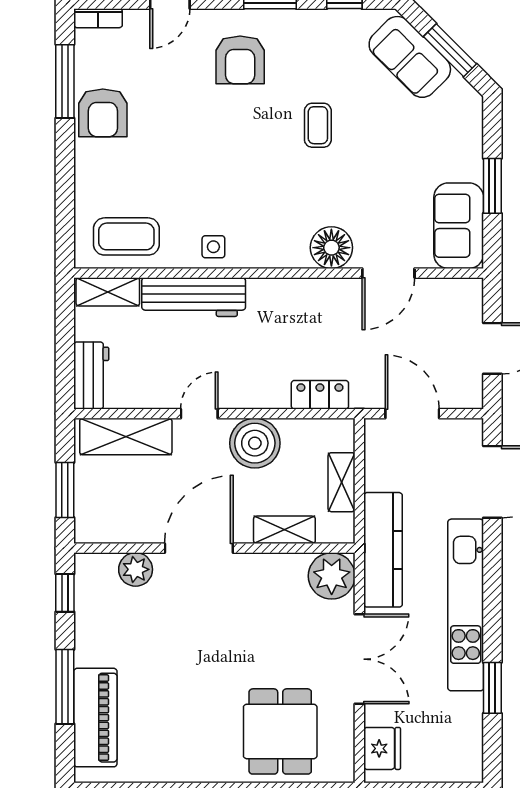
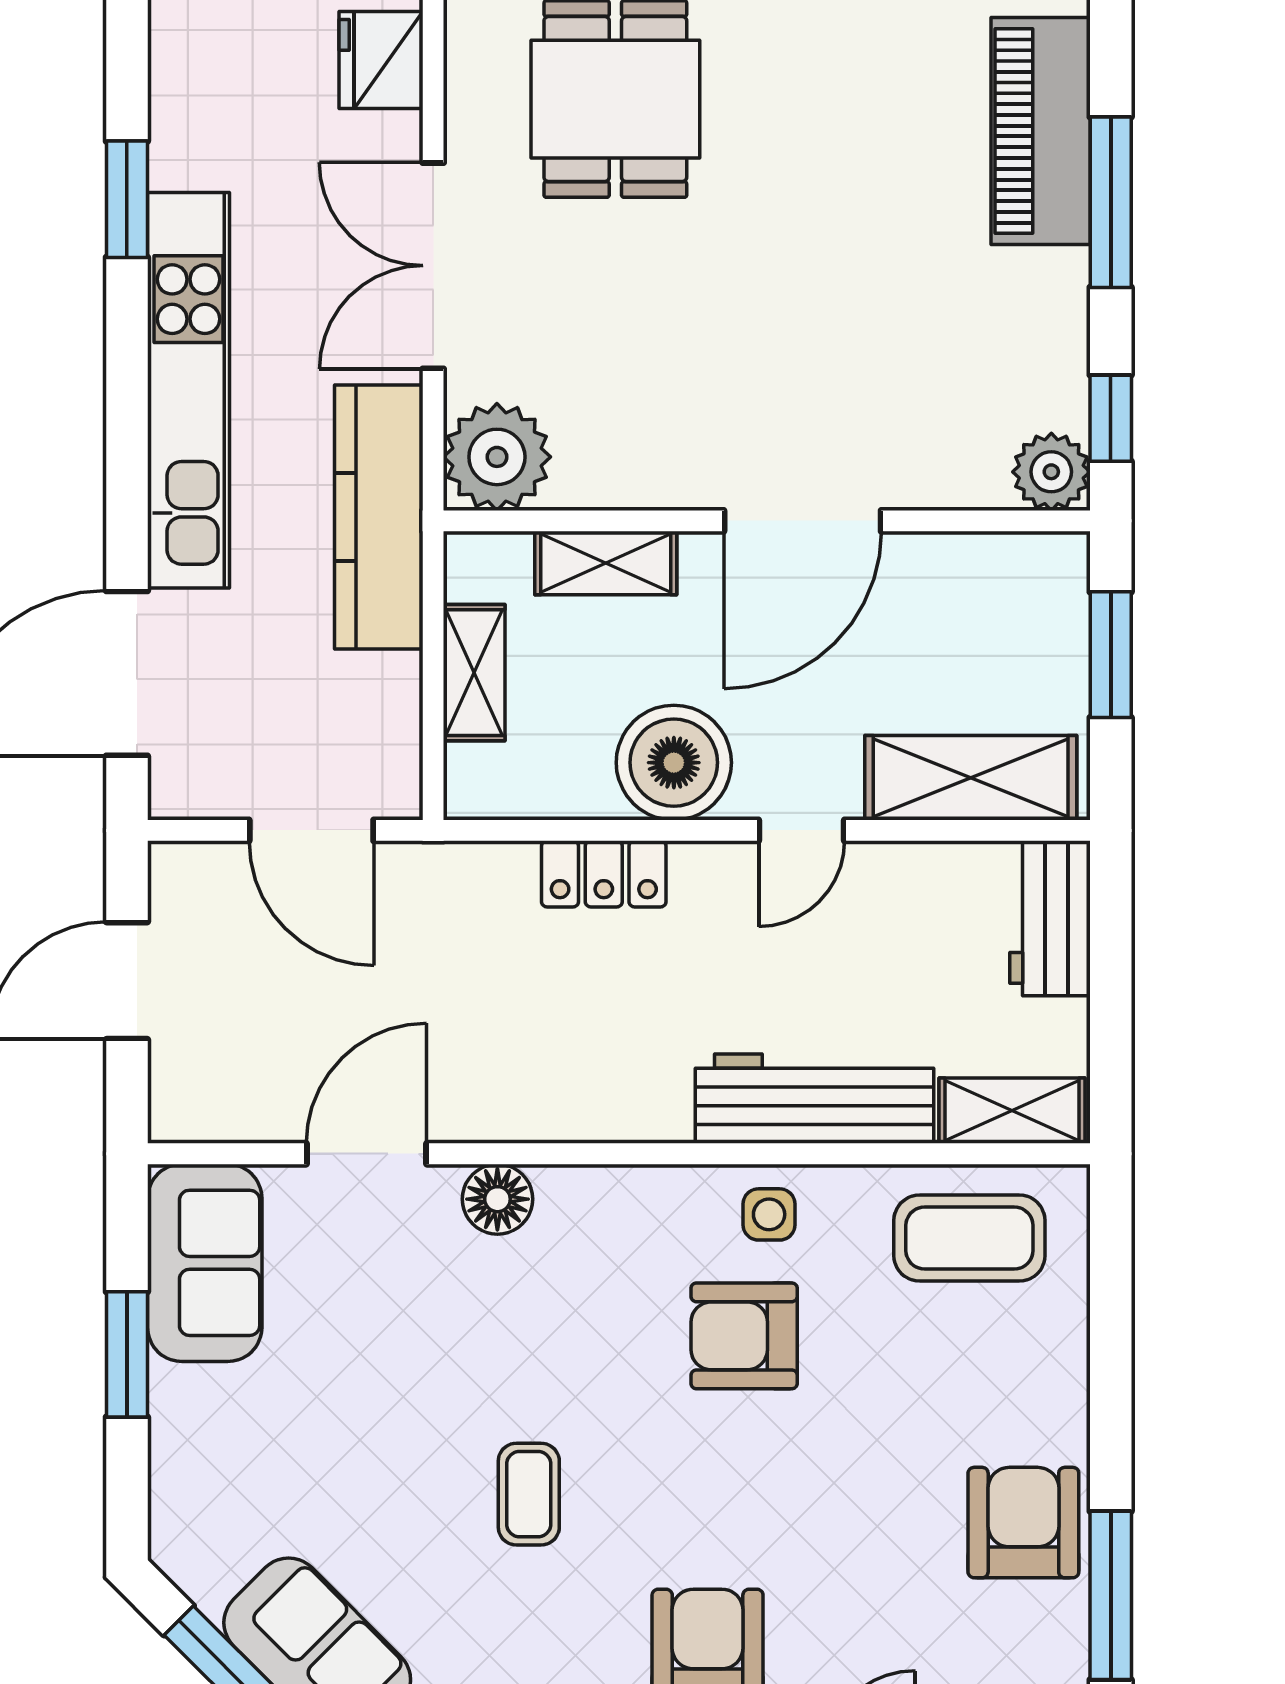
armchair: (224, 194) -> (744, 1336), added
floor lamp: (331, 248) -> (497, 1199), width x0.73, depth x0.73
locker: (320, 395) -> (604, 874), moved
plant: (136, 569) -> (1051, 472), moved

